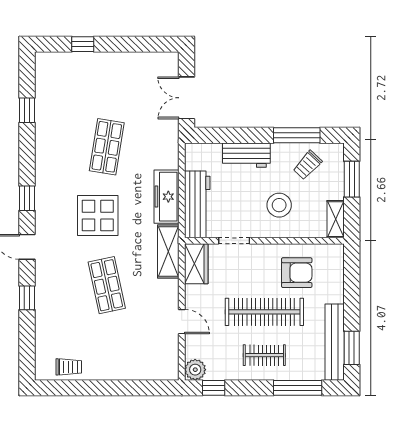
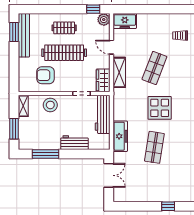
trolley: (308, 165) -> (39, 137), removed
freezer: (167, 197) -> (120, 136), moved
stool: (279, 205) -> (50, 105), moved
shelving: (168, 251) -> (119, 72), moved
shop shelf: (107, 285) -> (154, 68), turned 33
trolley: (69, 367) -> (180, 36), moved
freezer: (159, 367) -> (125, 21), added
window: (298, 388) -> (45, 9), removed

